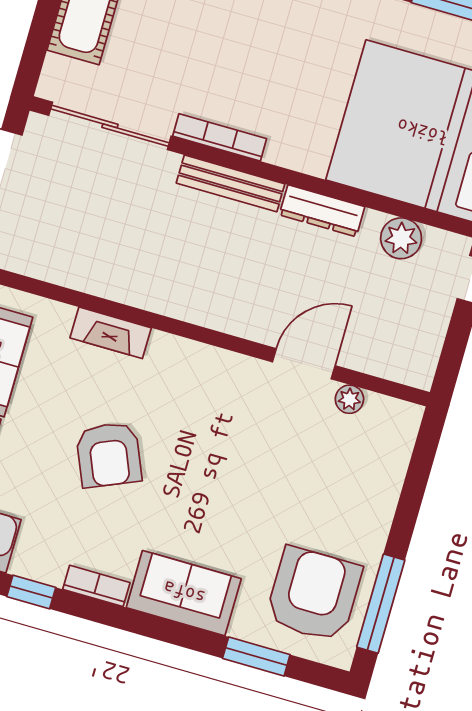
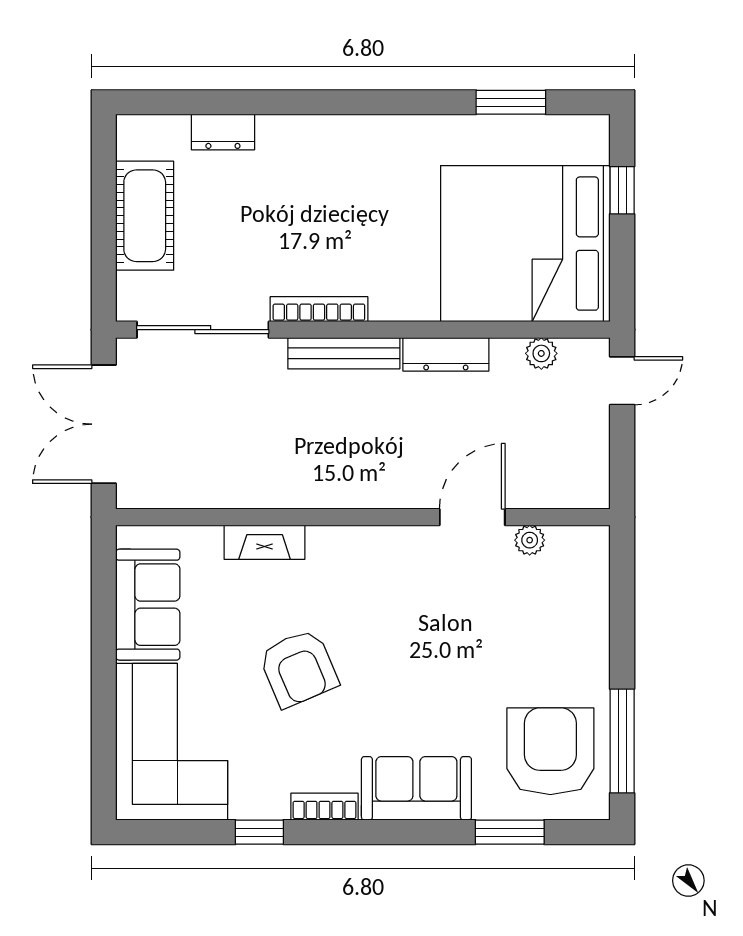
plant: (401, 238) -> (541, 353), width x0.73, depth x0.73

